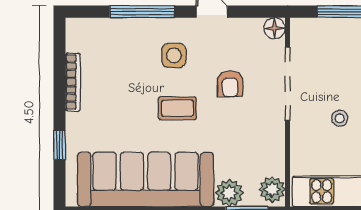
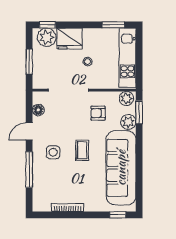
floor lamp: (274, 28) -> (38, 110), moved
armchair: (230, 84) -> (98, 113), moved, turned 180
window: (60, 145) -> (118, 215), moved

